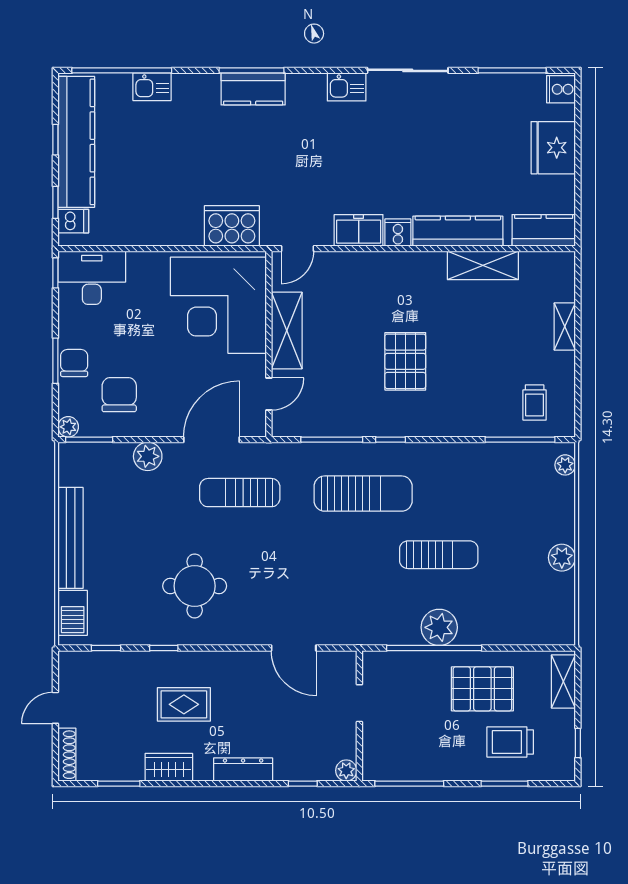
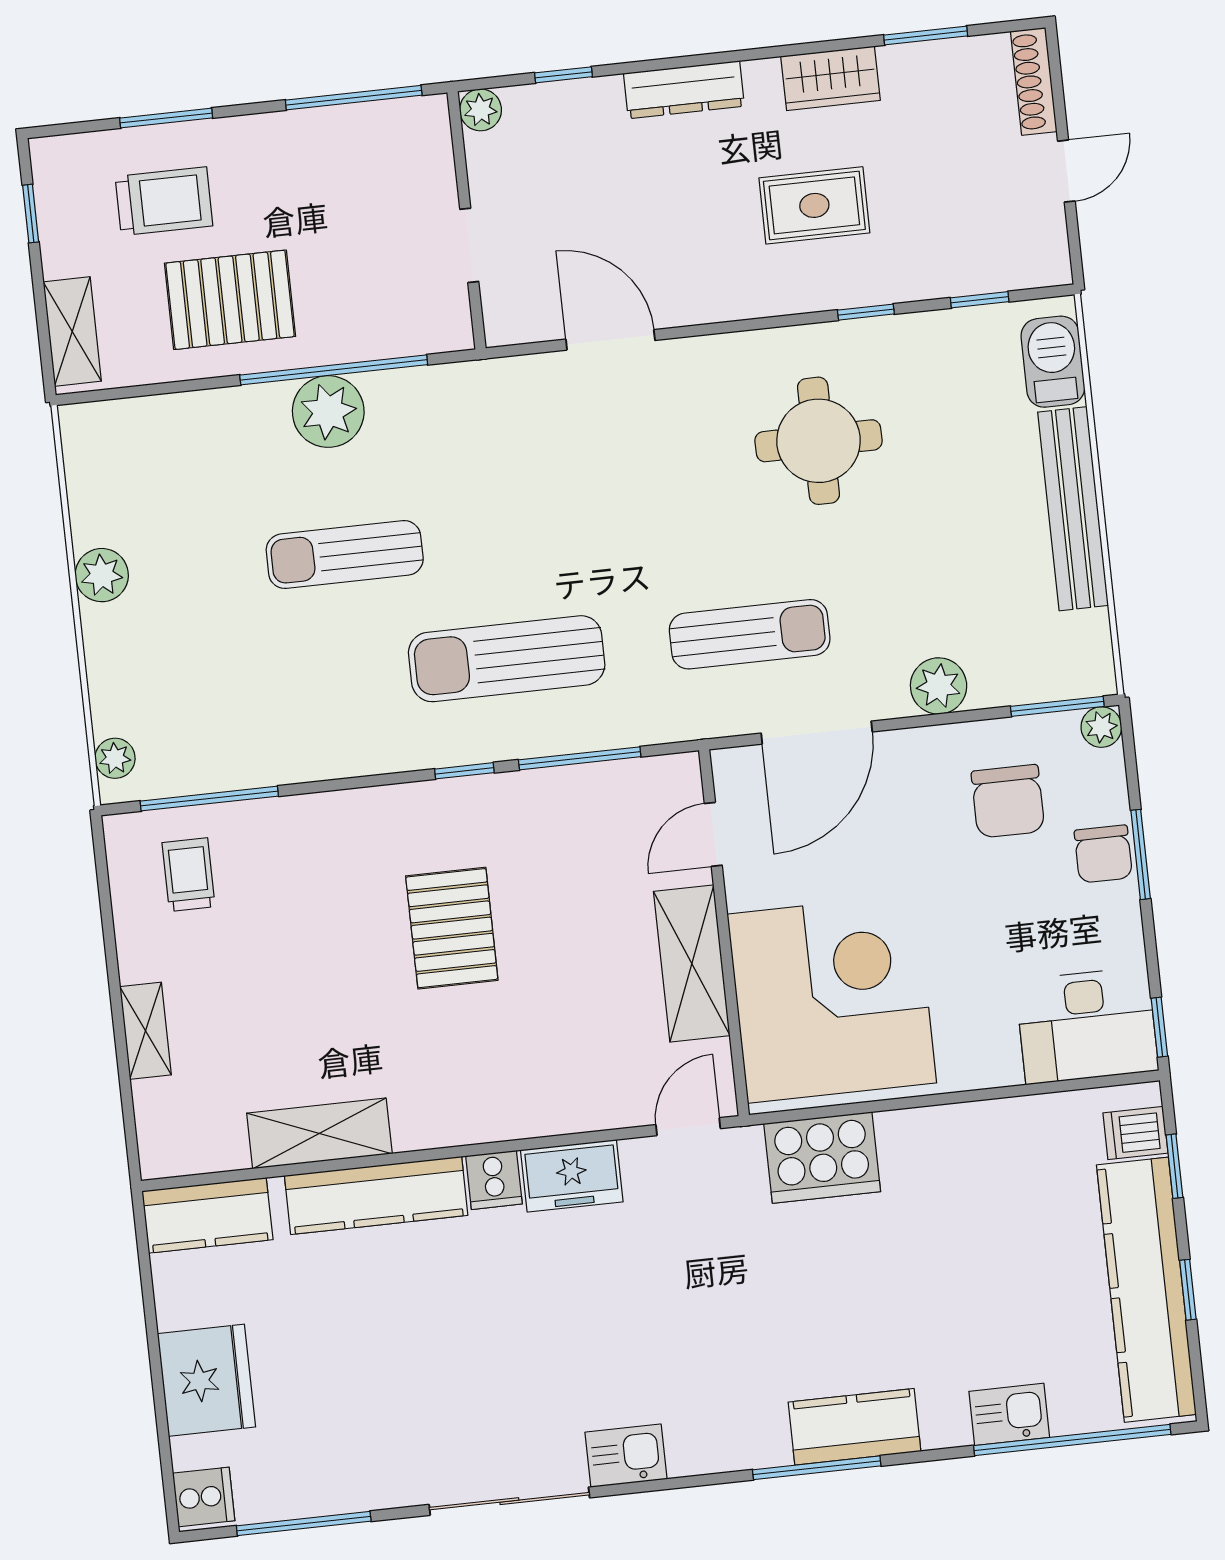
kitchen counter: (253, 89) -> (855, 1427), moved

